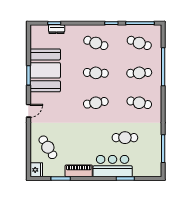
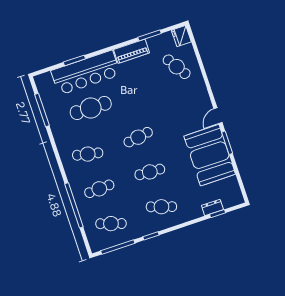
door: (28, 111) -> (218, 116), moved
cafe table: (125, 138) -> (91, 108), width x1.37, depth x1.35
bar counter: (113, 166) -> (86, 73), width x1.36

